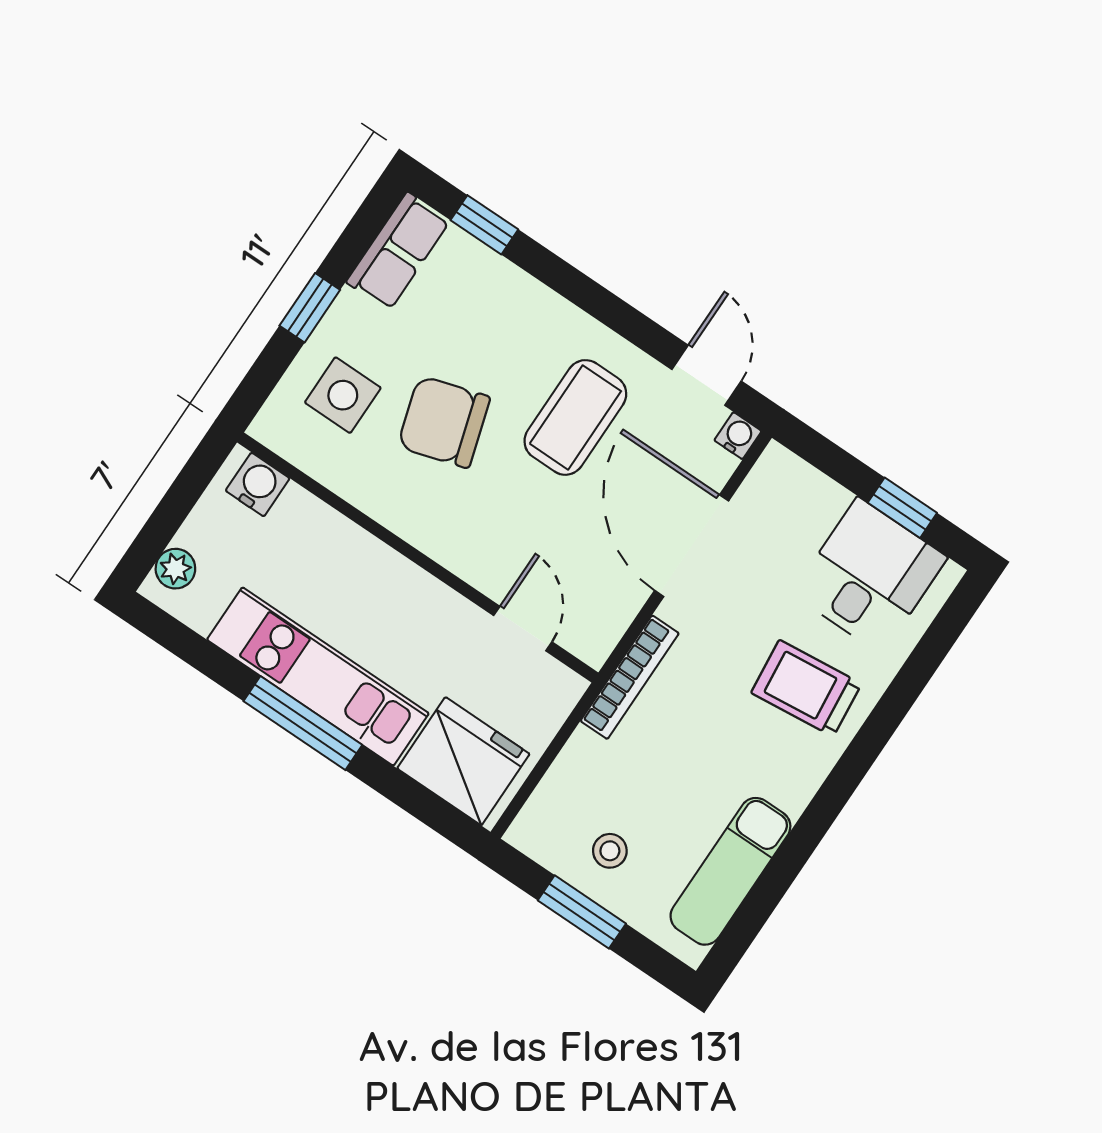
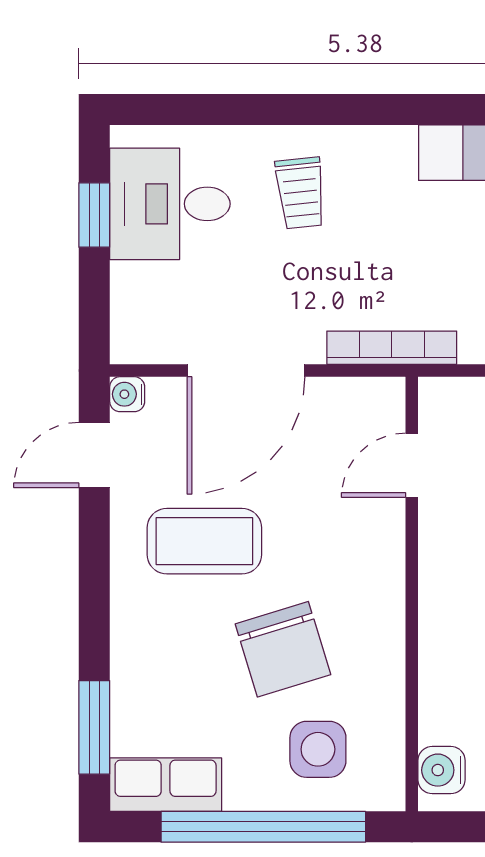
window: (484, 225) -> (94, 727), width x1.50
window: (310, 308) -> (263, 827), width x3.17
trolley: (806, 688) -> (301, 193), width x0.73, depth x0.72

